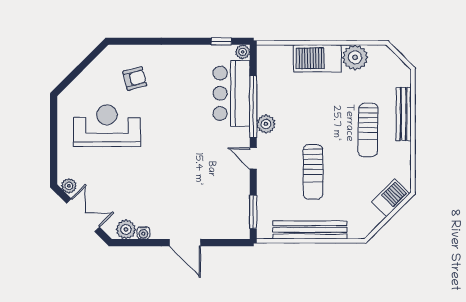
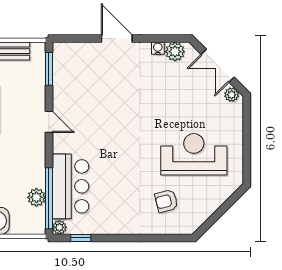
window: (253, 107) -> (49, 198), moved
plant: (266, 124) -> (36, 197), moved
reception desk: (107, 126) -> (194, 154), turned 180

